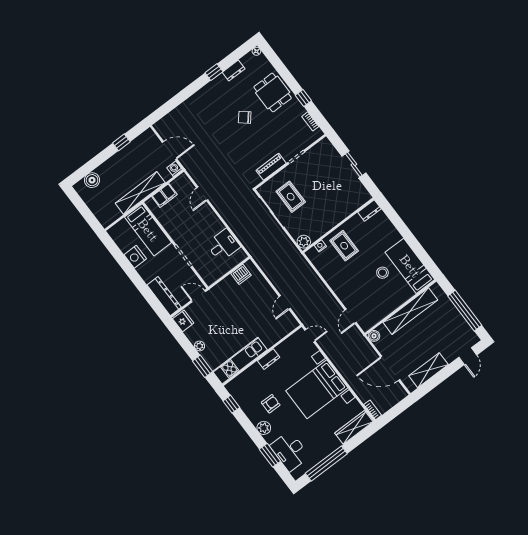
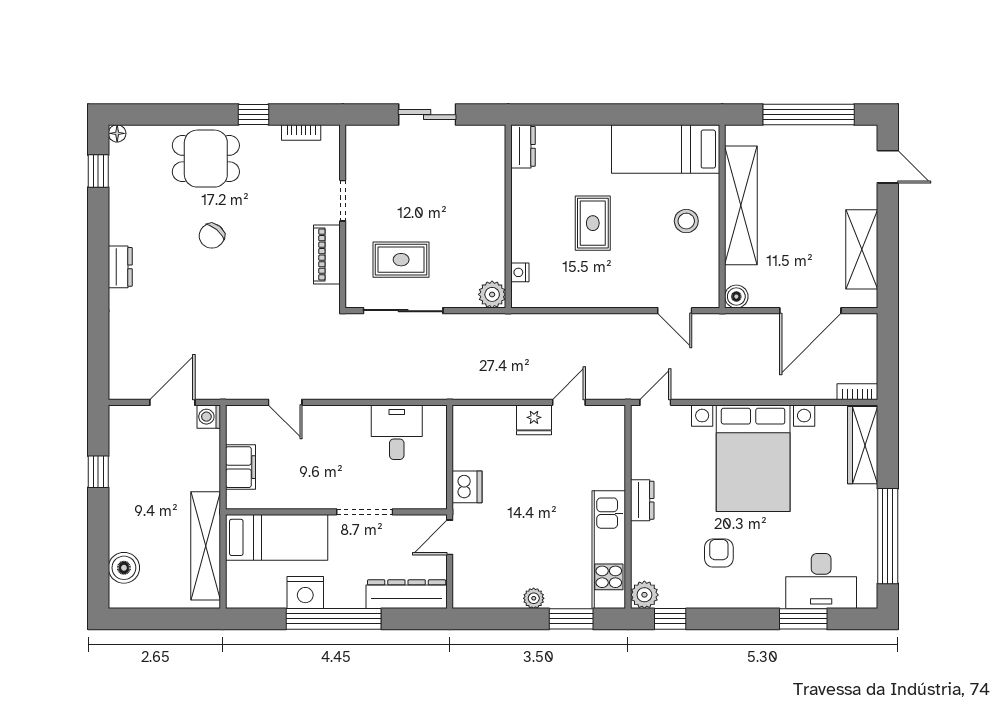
dresser: (234, 70) -> (120, 267), moved
window: (214, 72) -> (98, 171), moved
shelving: (140, 193) -> (206, 546), moved
rug: (344, 246) -> (593, 223), moved, turned 90
stool: (382, 273) -> (686, 221), moved
dishwasher: (241, 274) -> (467, 487), moved
window: (133, 275) -> (334, 619), added
door: (285, 302) -> (569, 402), swing flipped
fridge: (183, 321) -> (534, 420), moved, turned 180
plant: (264, 428) -> (644, 595), moved

